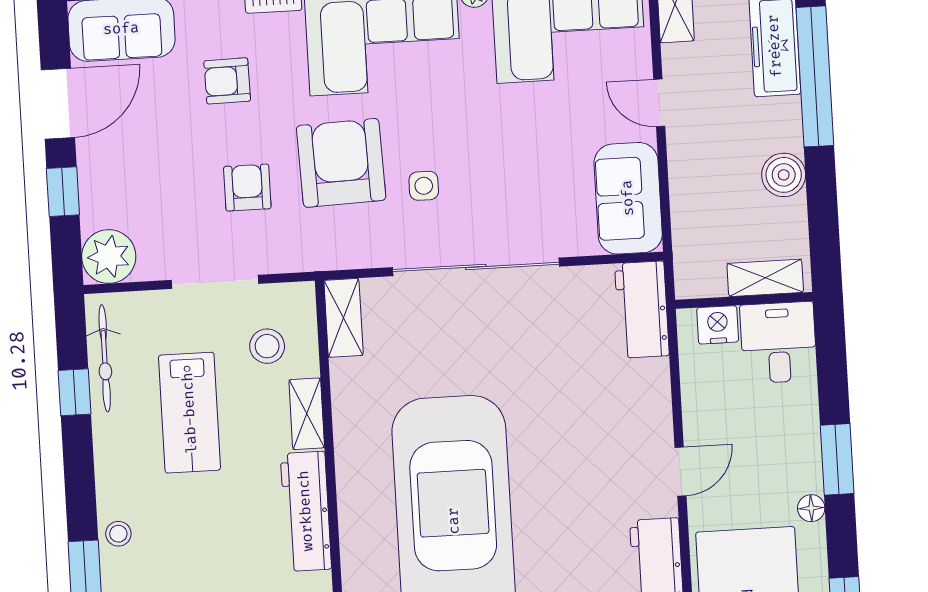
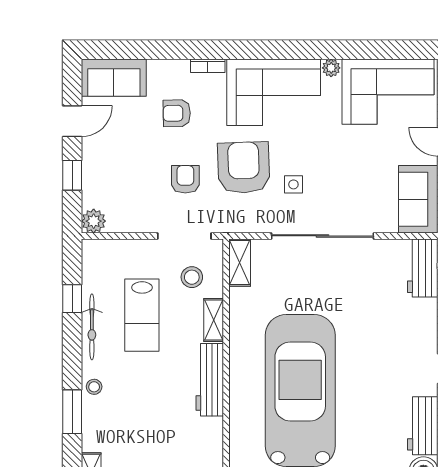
door: (58, 104) -> (72, 121), width x0.73
plant: (109, 257) -> (94, 221), width x0.73, depth x0.73
doorway: (215, 282) -> (184, 236), moved
bicycle: (105, 358) -> (92, 327), moved

